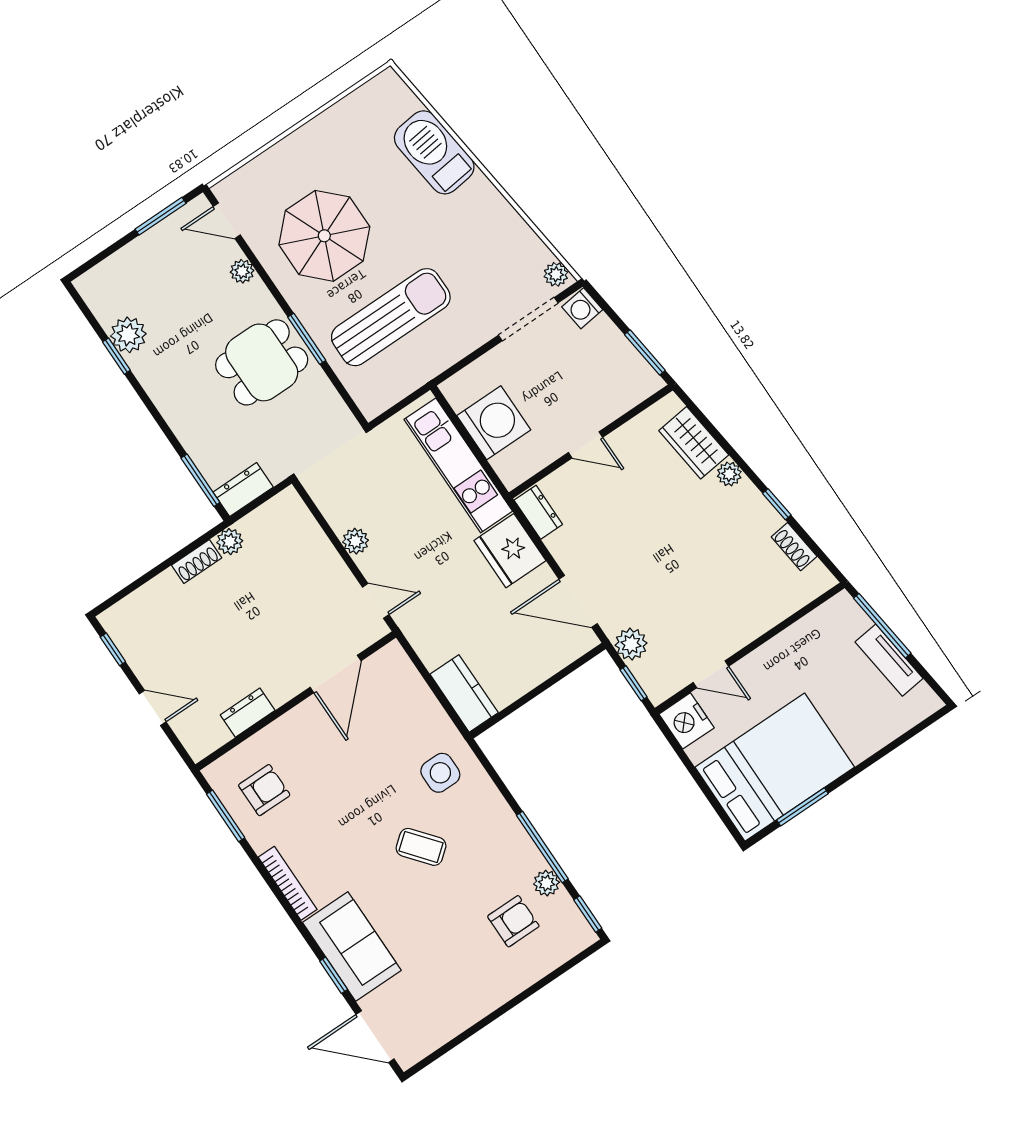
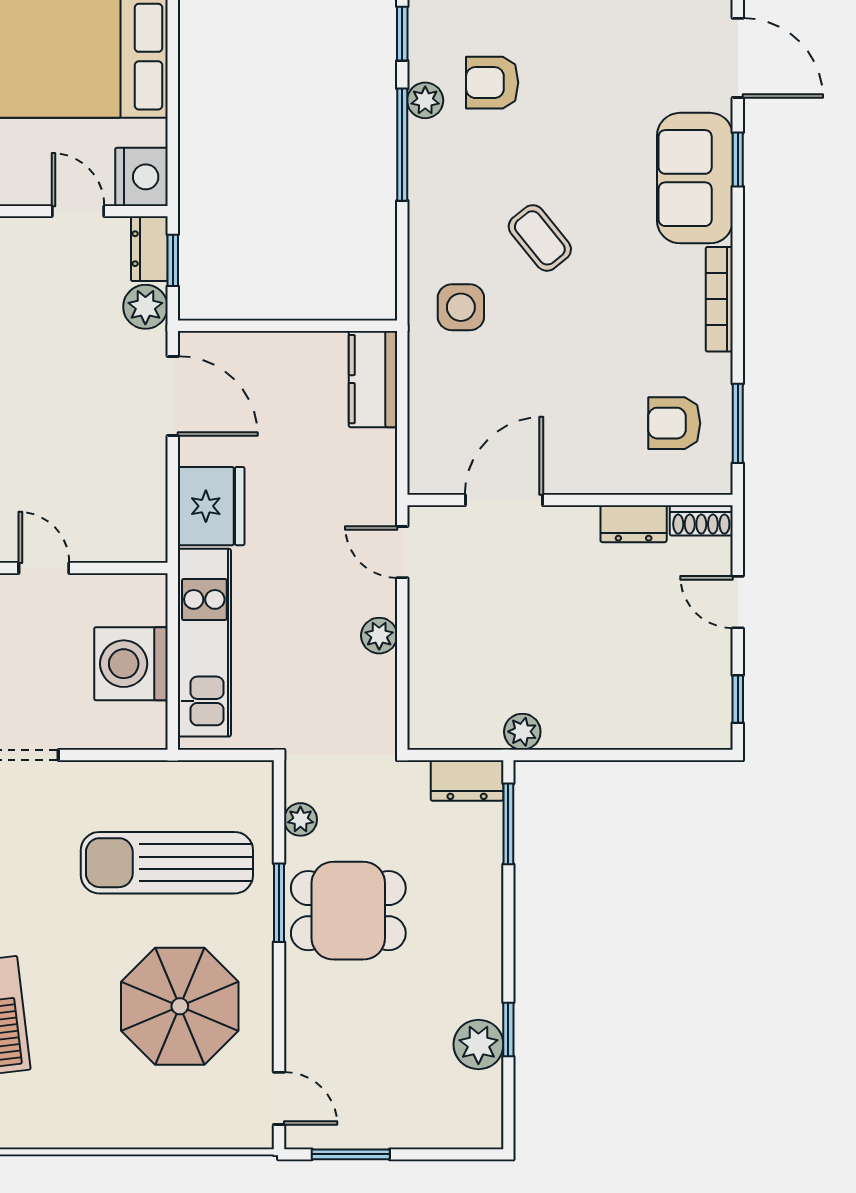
plant: (242, 271) -> (300, 819), moved
dresser: (538, 512) -> (149, 249), moved
shoe rack: (197, 561) -> (701, 520), moved, turned 180

